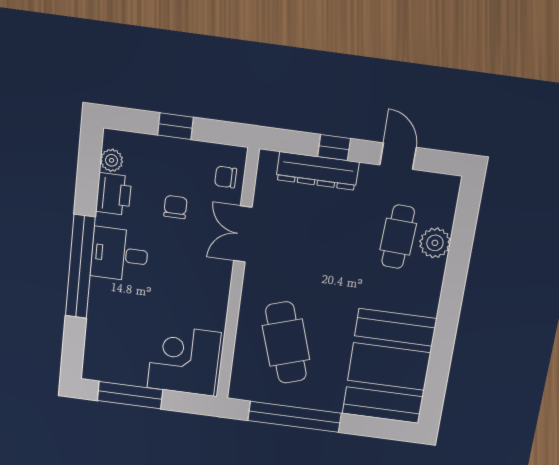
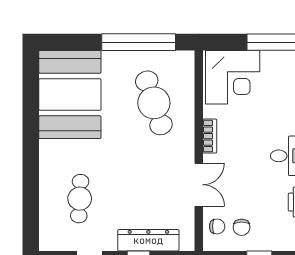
chair: (175, 207) -> (242, 227), moved
plant: (435, 243) -> (51, 198), removed
bookcase: (221, 293) -> (210, 136), added

